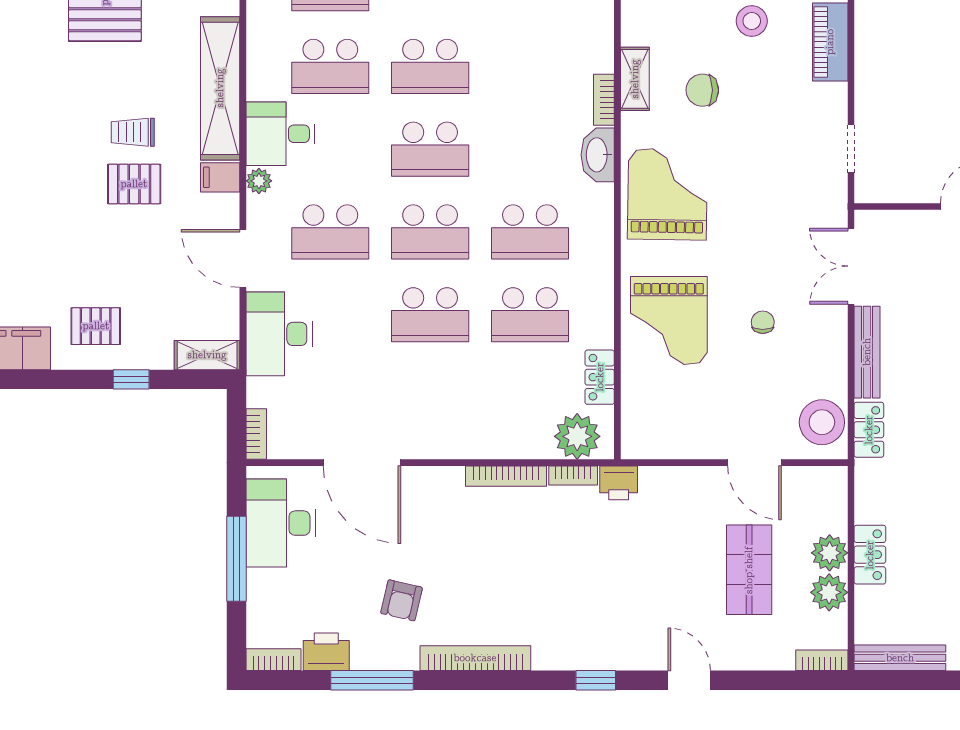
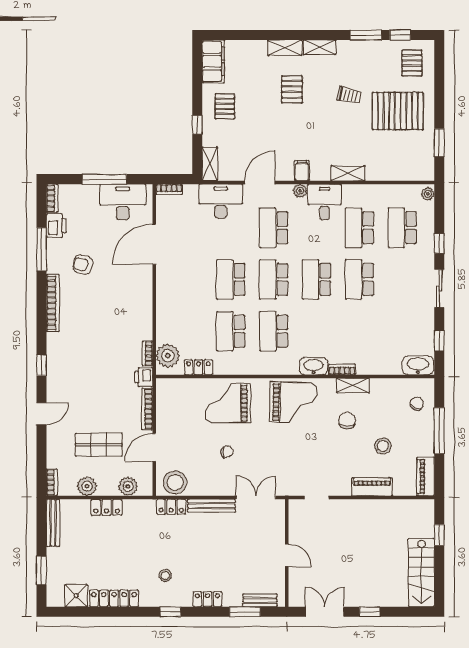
shelving: (220, 88) -> (348, 173), width x0.45, depth x0.75
trolley: (133, 132) -> (349, 95), moved, turned 102
pallet: (134, 184) -> (292, 89), moved
bookcase: (506, 476) -> (147, 409), moved
plant: (830, 553) -> (128, 486), moved

